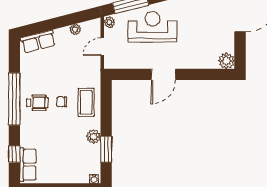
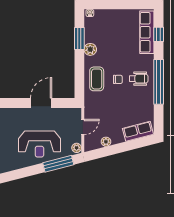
door: (163, 74) -> (41, 103), moved
wheelchair: (37, 103) -> (139, 79), turned 180
row of seats: (28, 165) -> (147, 32), width x1.48

